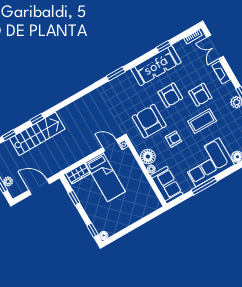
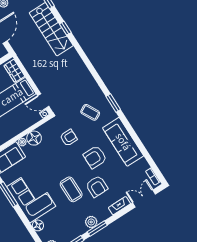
window: (164, 46) -> (142, 148), removed
armchair: (200, 95) -> (97, 186), turned -90
coffee table: (124, 98) -> (90, 112), added
armchair: (149, 121) -> (69, 138), width x0.53, depth x0.53
armchair: (174, 139) -> (52, 162), removed
door: (110, 145) -> (43, 101), swing flipped

